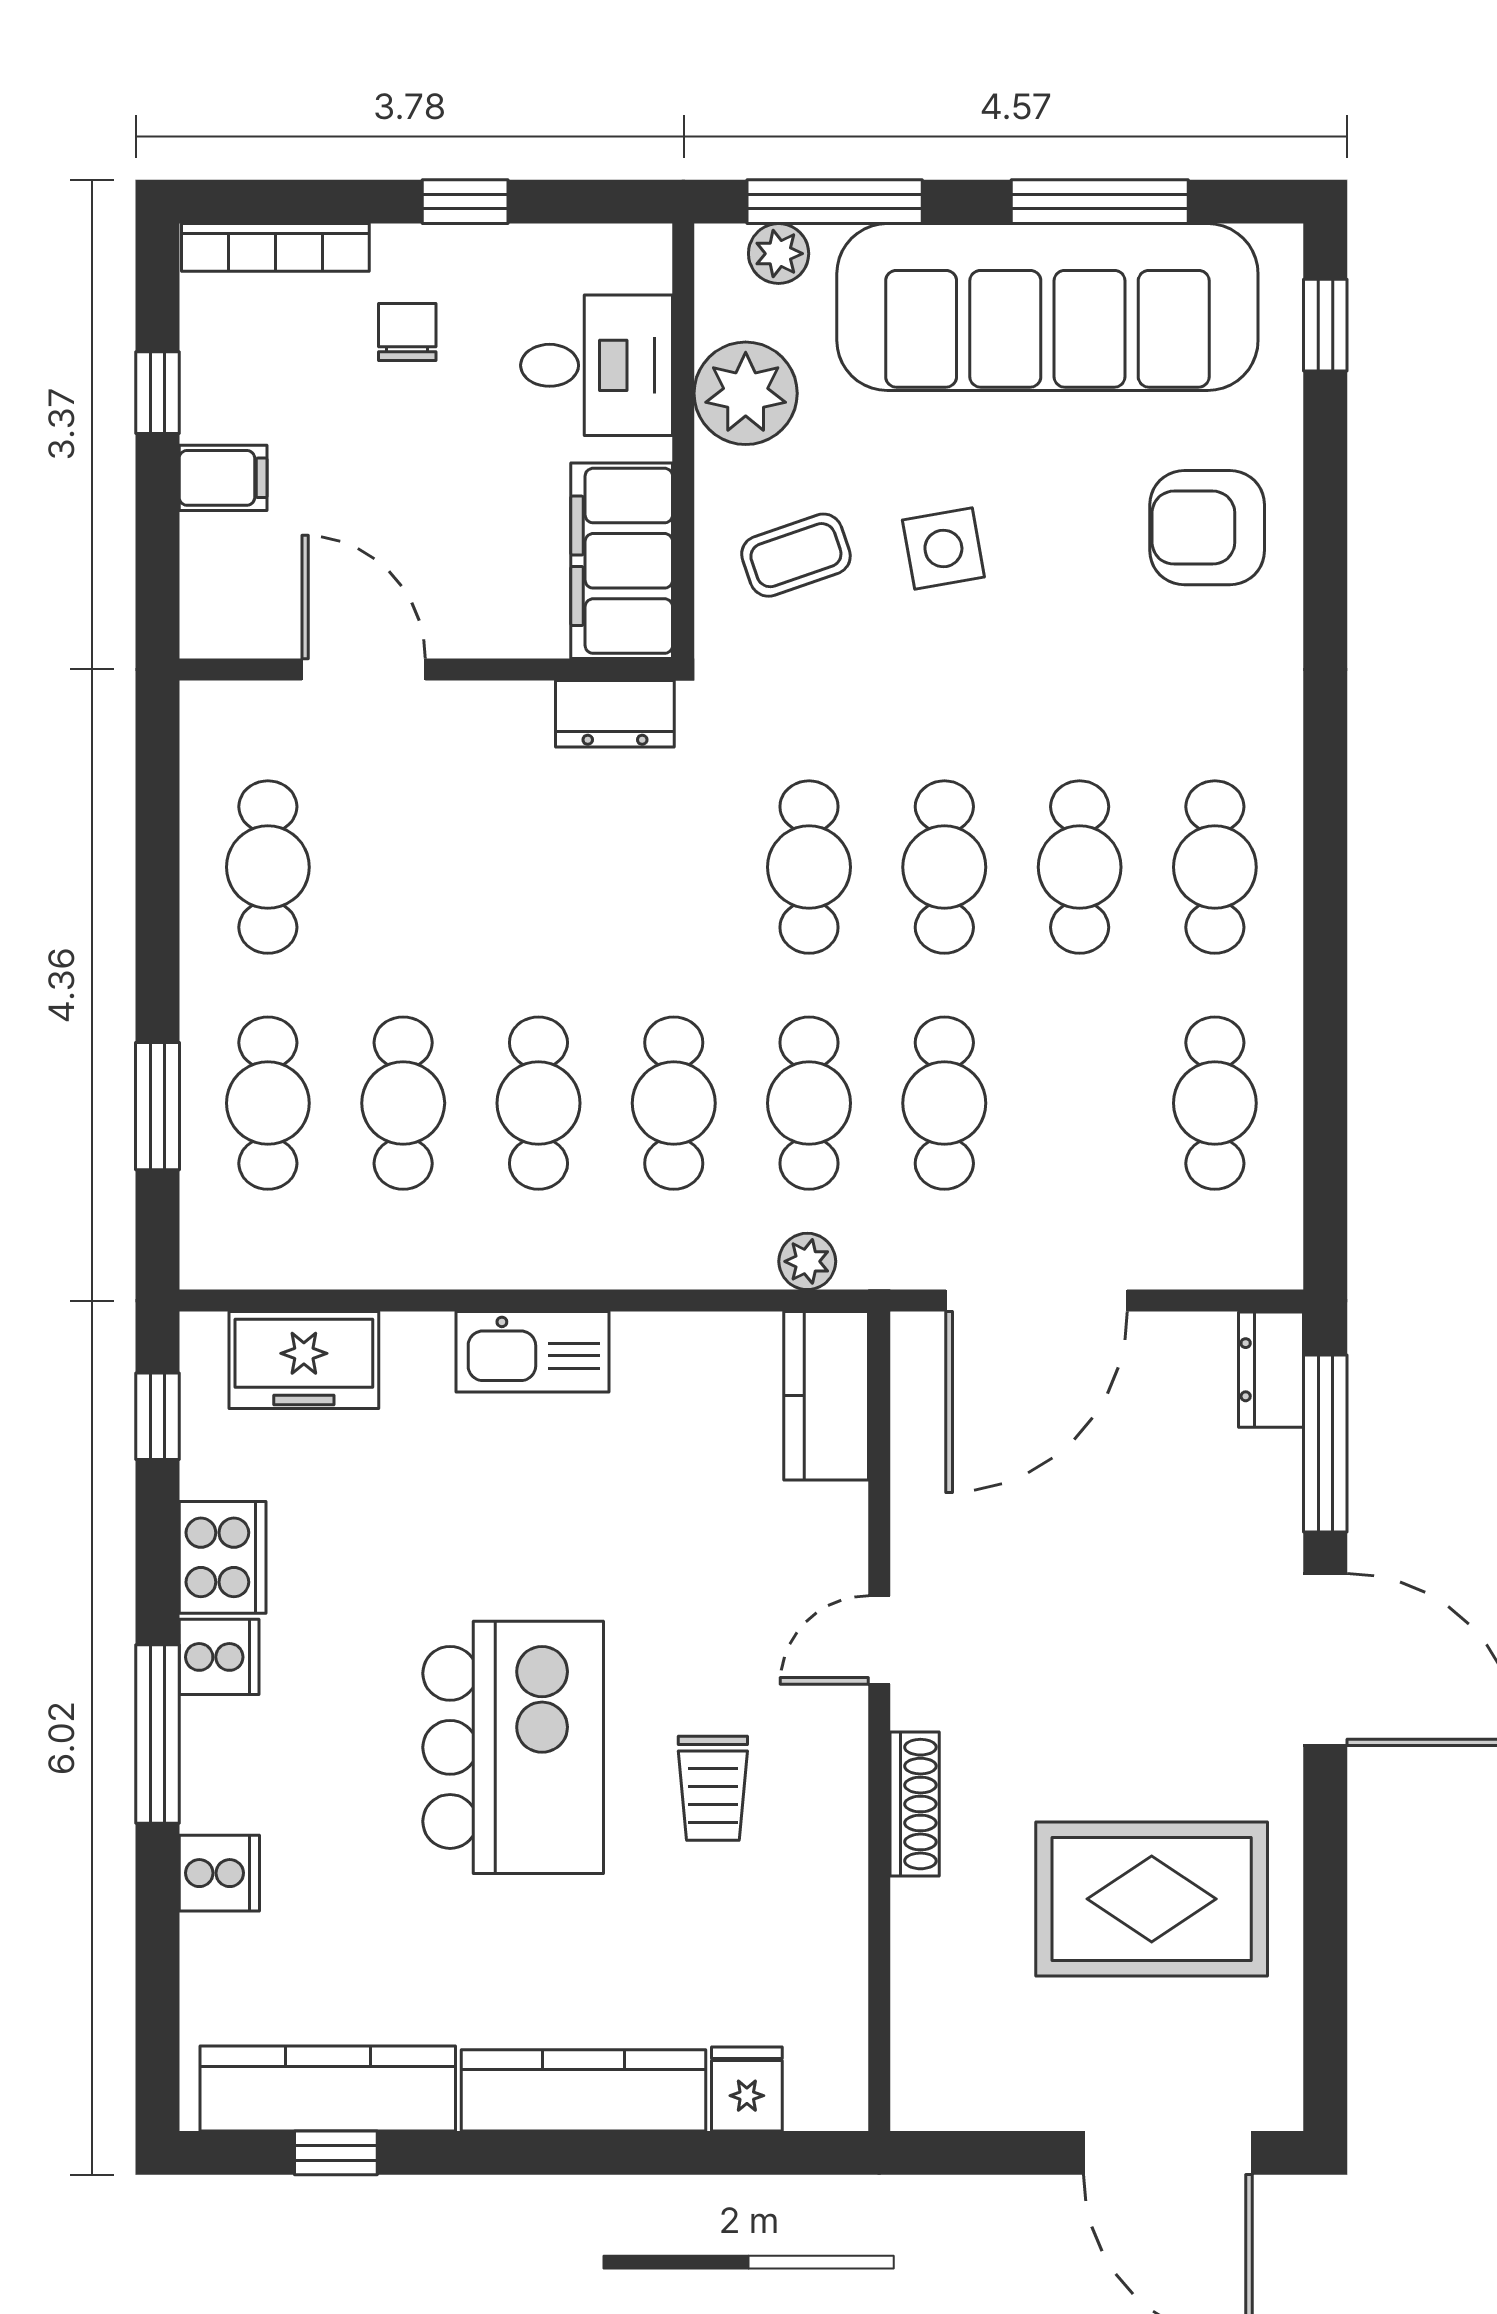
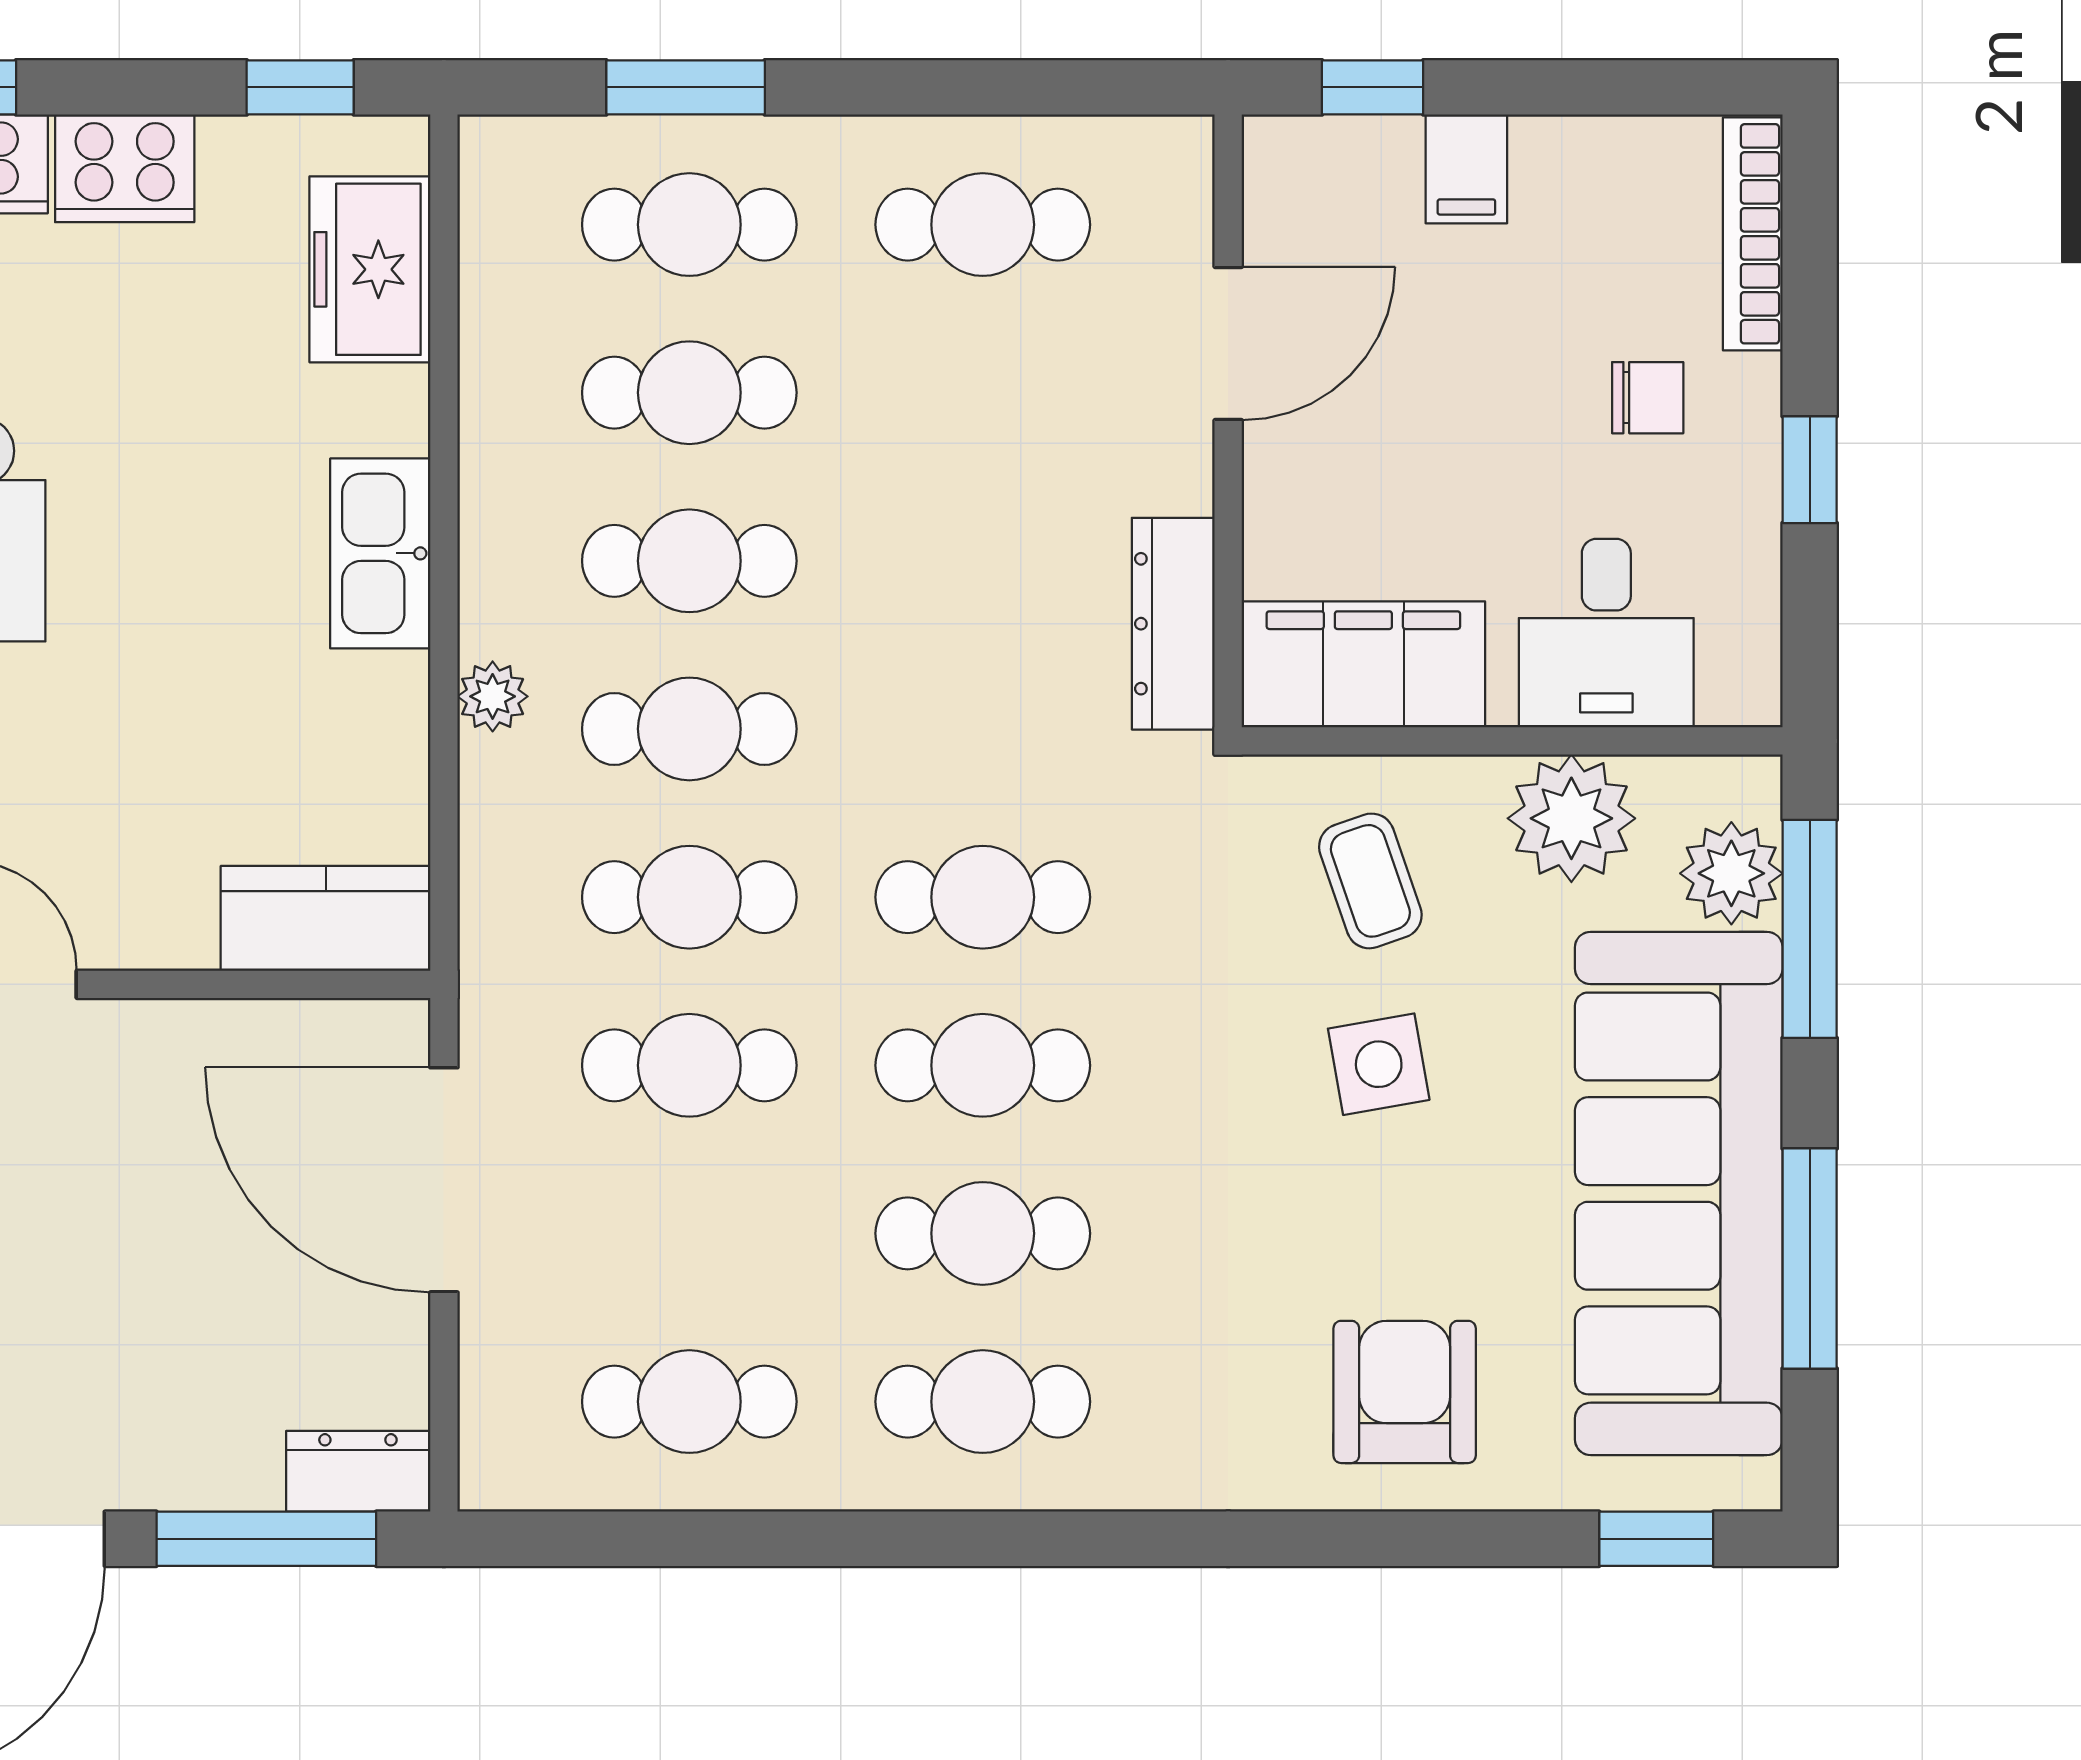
plant: (779, 254) -> (1731, 873), width x1.38, depth x1.38
window: (158, 393) -> (1373, 87), moved
dresser: (615, 714) -> (1173, 624), width x1.44
plant: (807, 1261) -> (493, 696), moved

